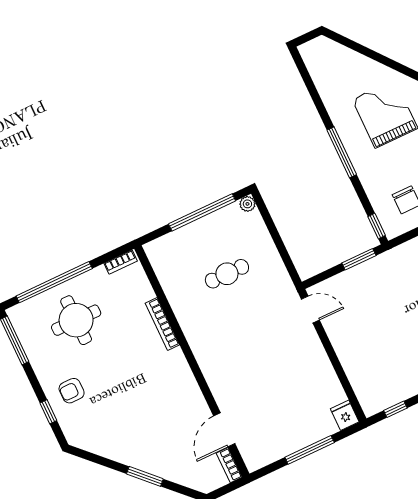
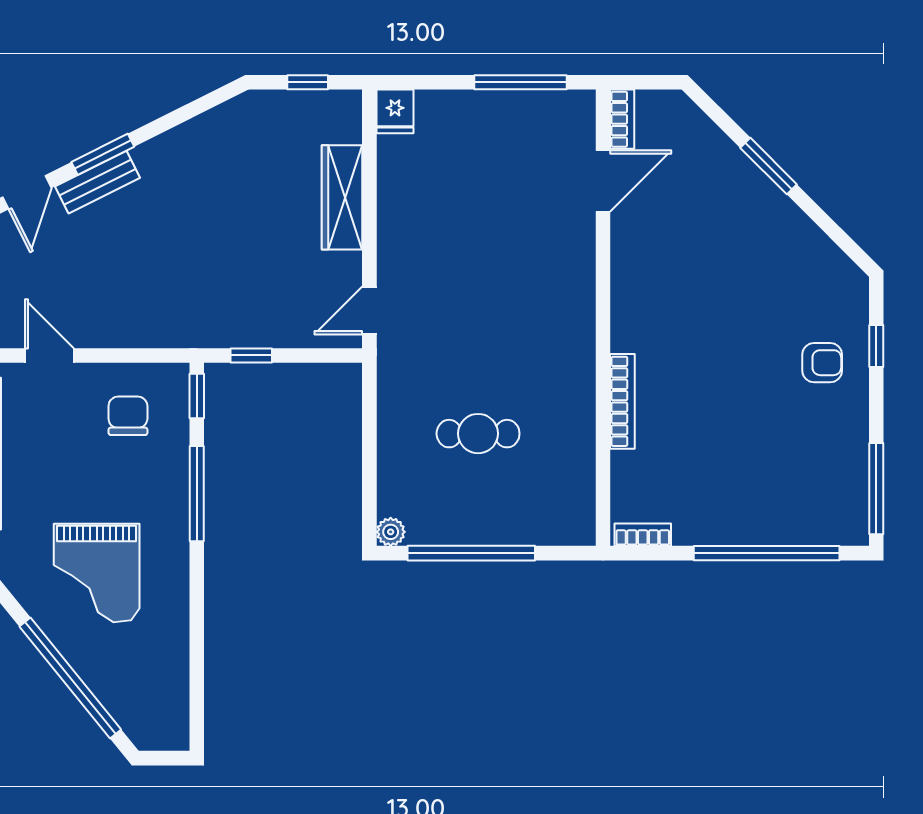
window: (373, 55) -> (70, 678), added
window: (342, 152) -> (197, 494), moved
window: (359, 259) -> (251, 355), width x0.67
door: (310, 310) -> (369, 311), hinge flipped
round table: (76, 320) -> (760, 474), removed
wardrobe: (351, 360) -> (342, 197), added
window: (310, 450) -> (520, 82), moved

